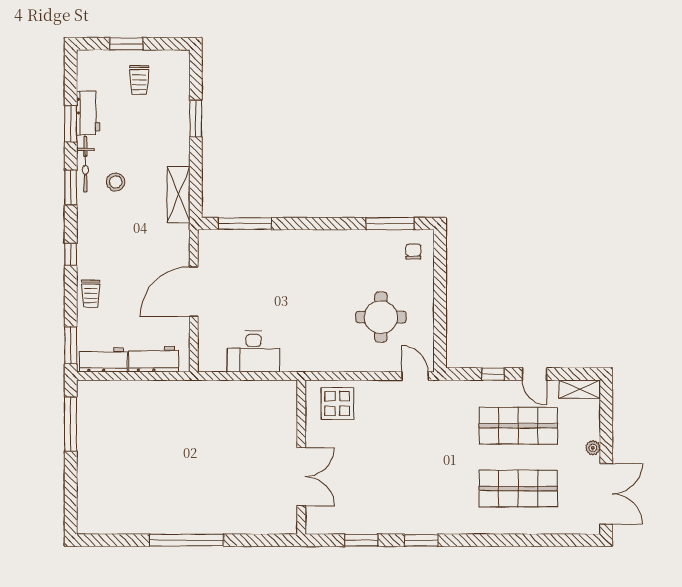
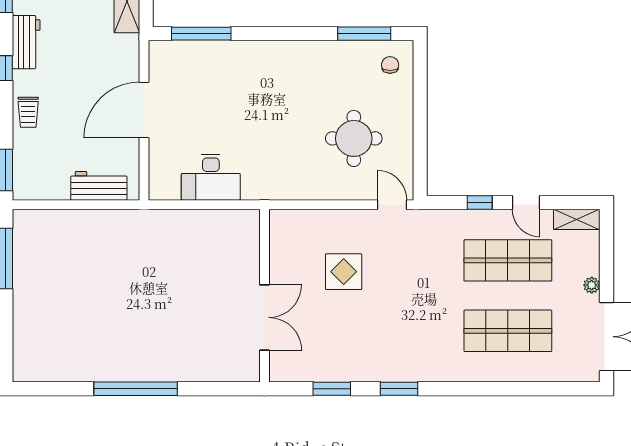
workbench: (103, 360) -> (26, 42), moved, turned 90
display table: (337, 404) -> (344, 272), moved

